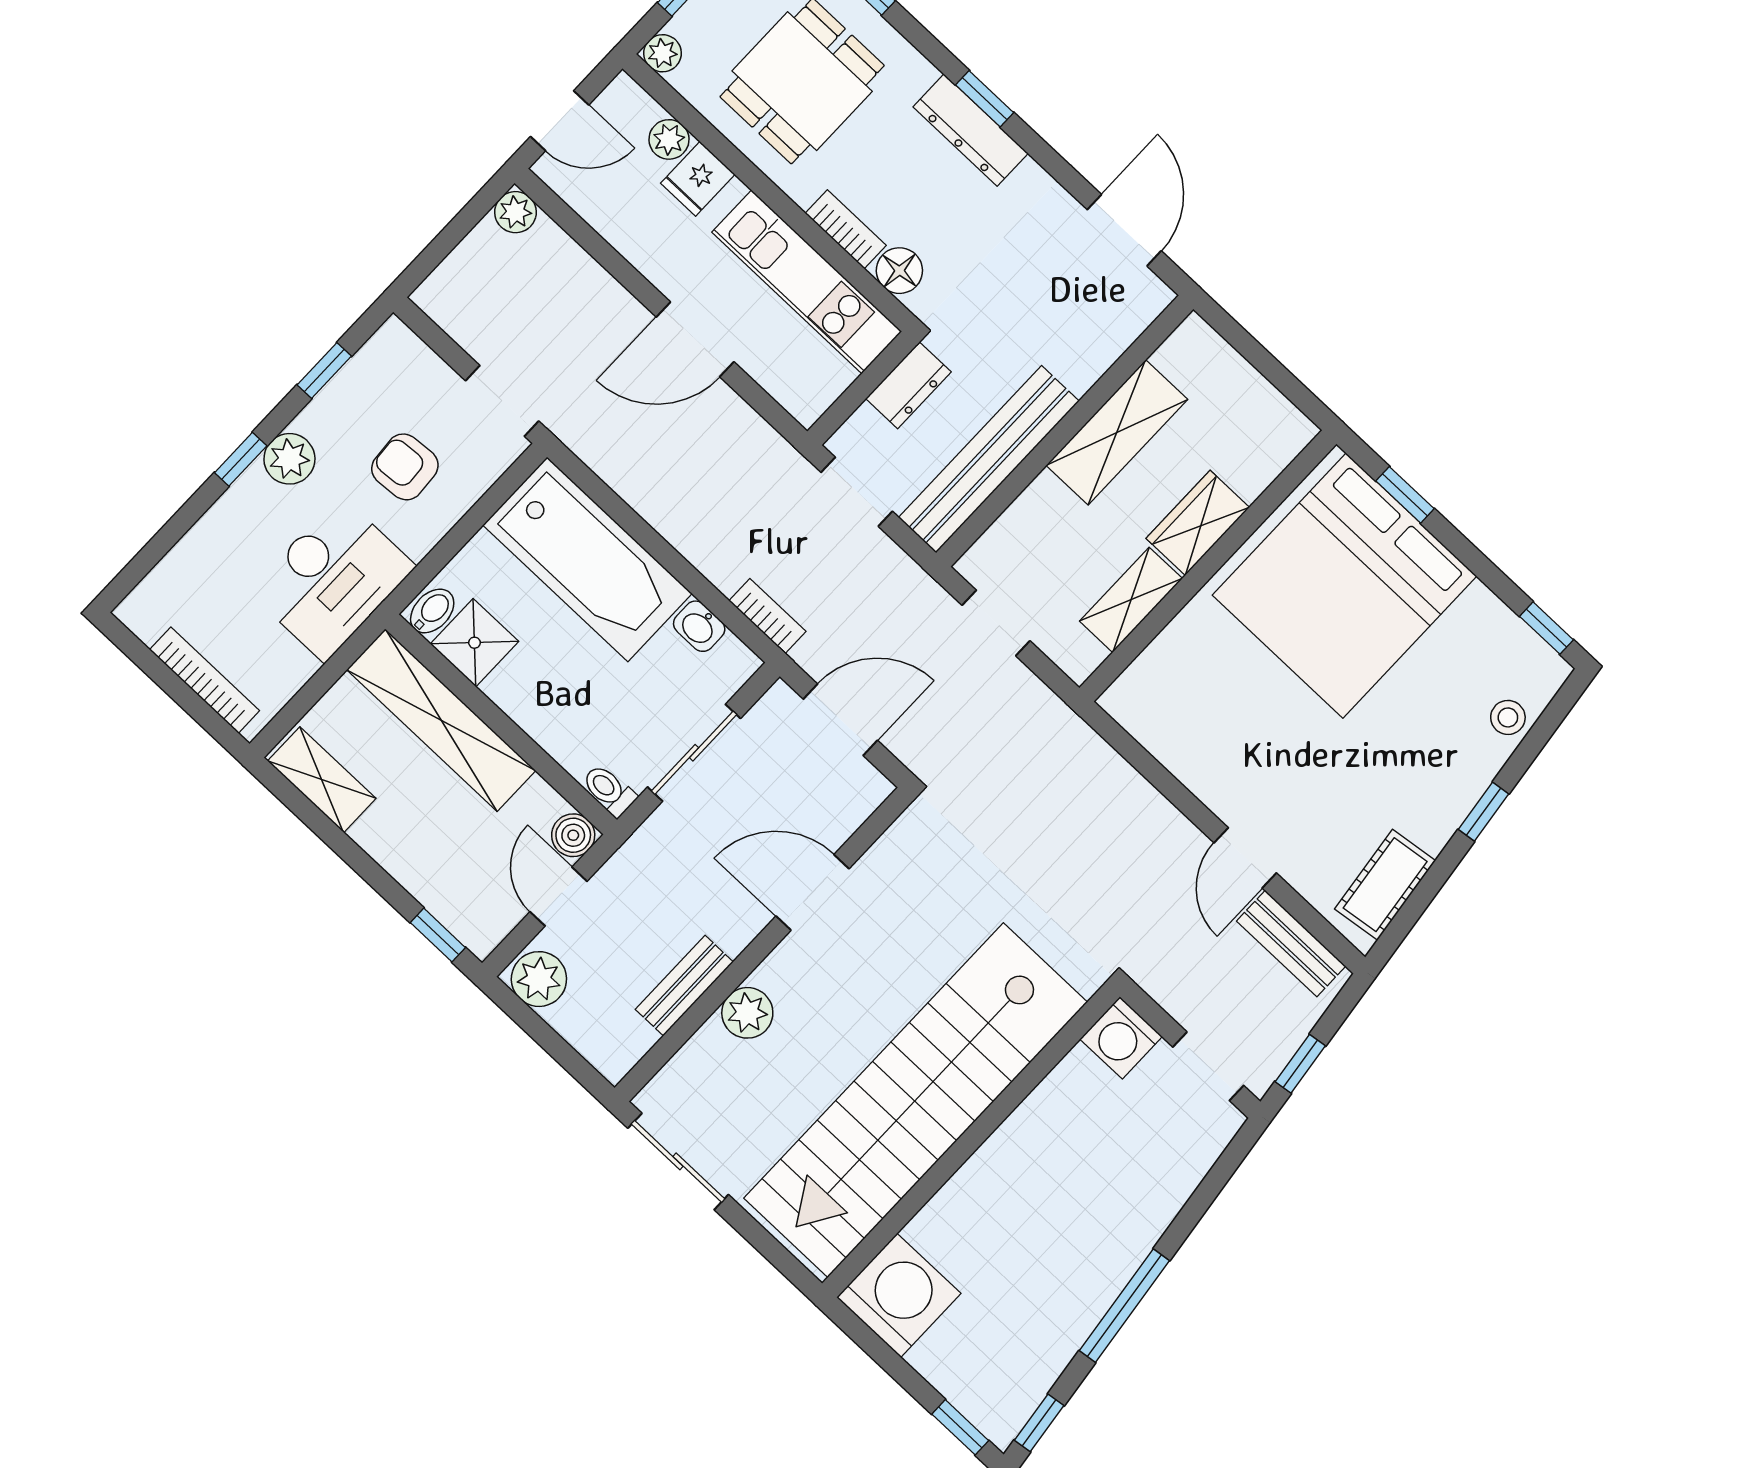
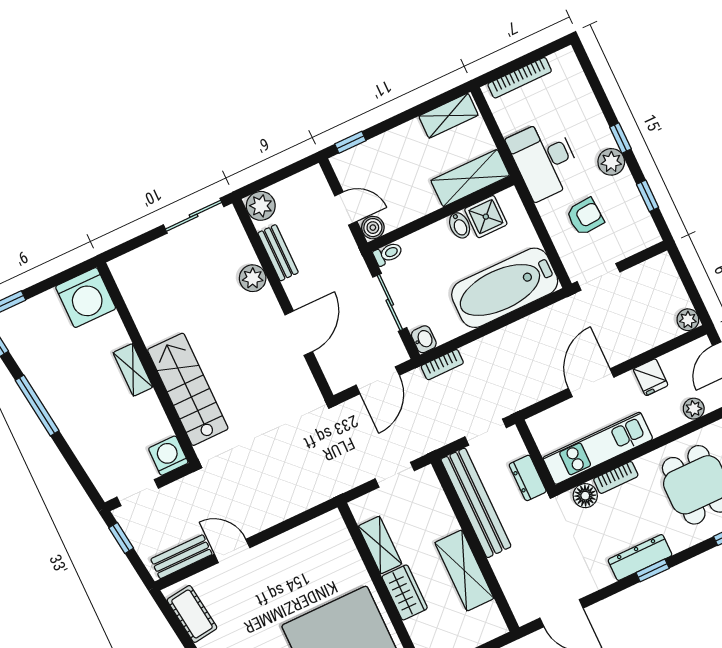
fridge: (698, 179) -> (651, 377), moved, turned 180
bidet: (432, 611) -> (460, 225), moved
washbasin: (699, 626) -> (424, 339), moved, turned 90
shelving: (441, 720) -> (470, 178), width x0.68
plant: (539, 979) -> (261, 206), moved
stairs: (916, 1100) -> (188, 389), width x0.54, depth x0.66
shelving: (994, 1161) -> (133, 370), added

